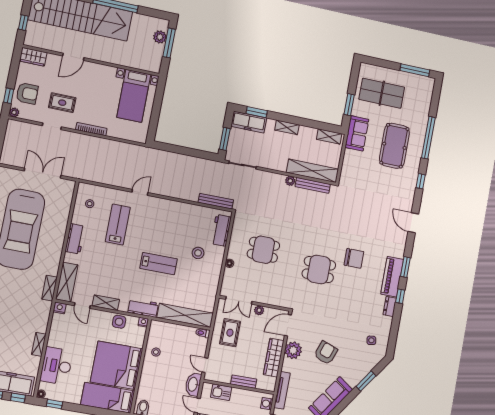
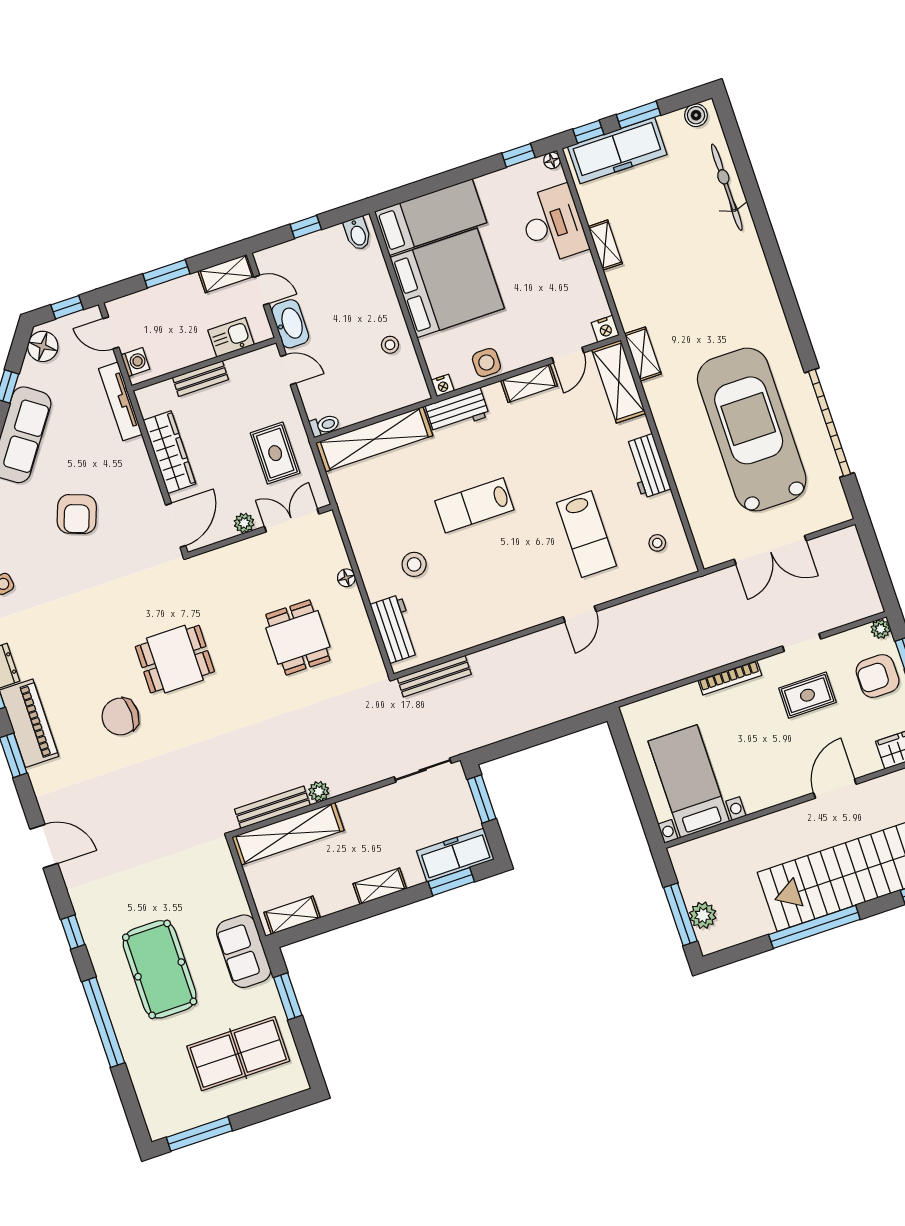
dining table: (263, 250) -> (298, 637), turned 90
door: (82, 306) -> (568, 355), swing flipped
plant: (293, 350) -> (140, 485), removed

